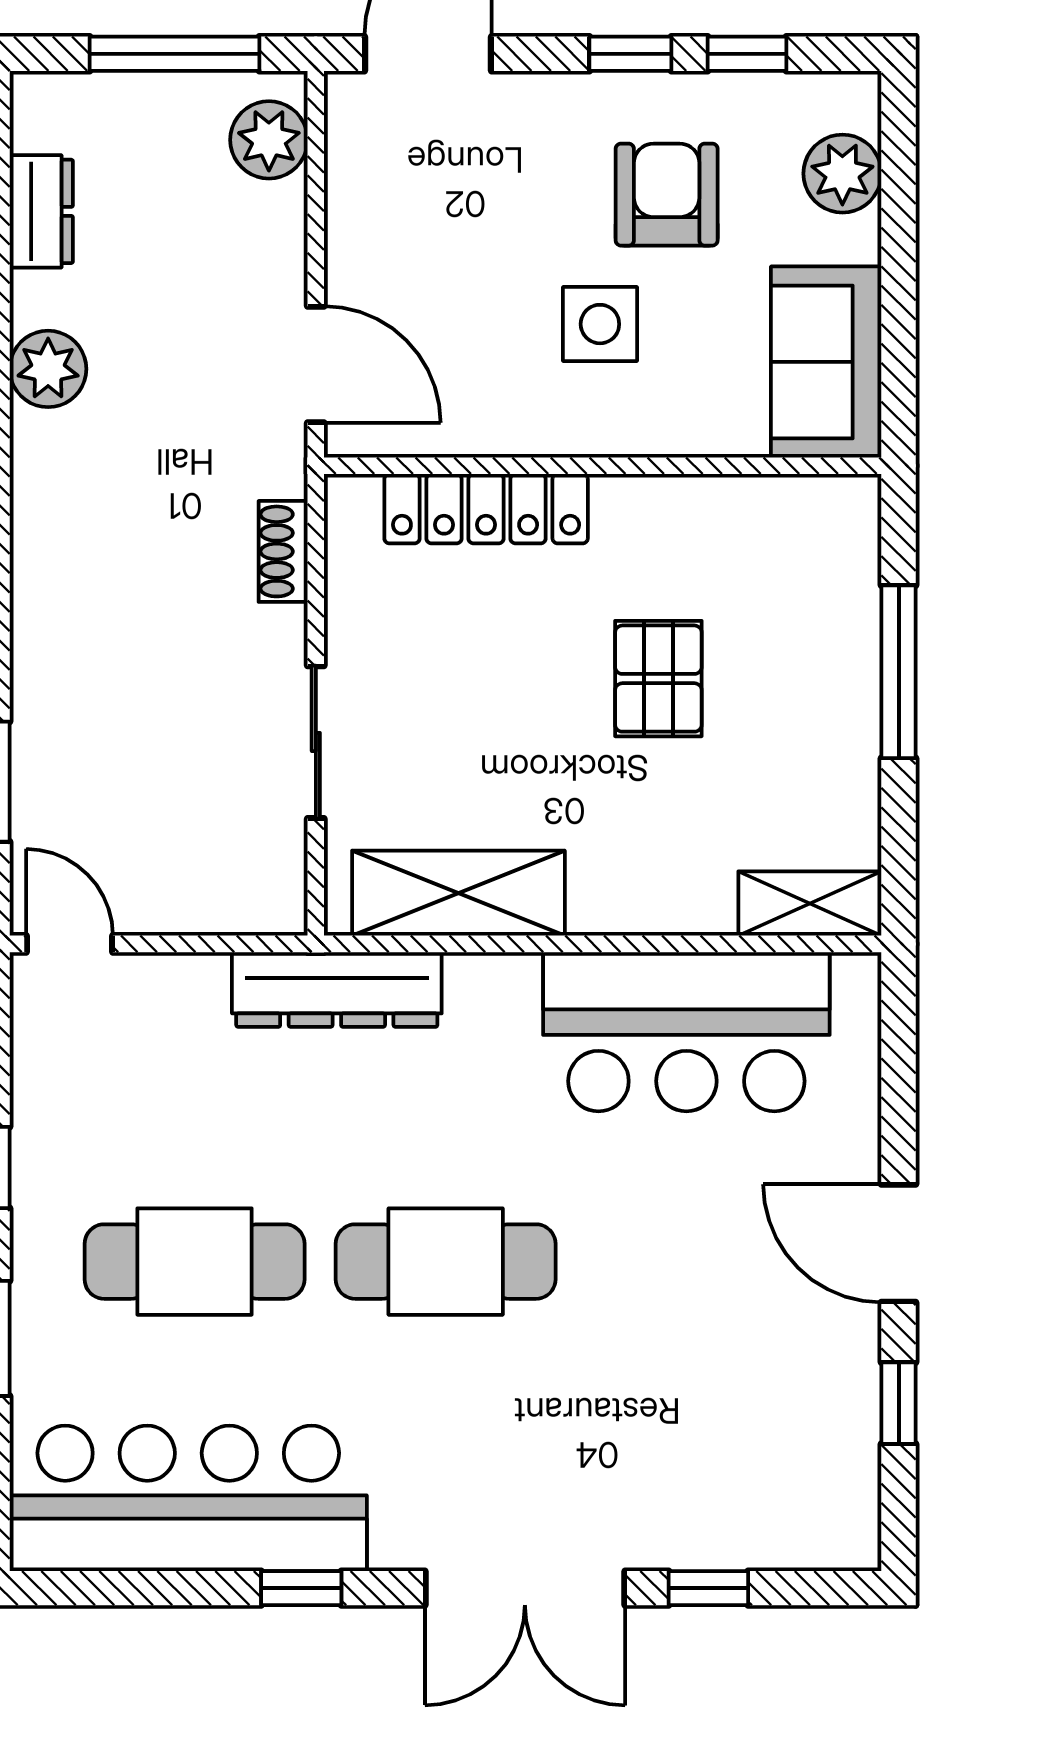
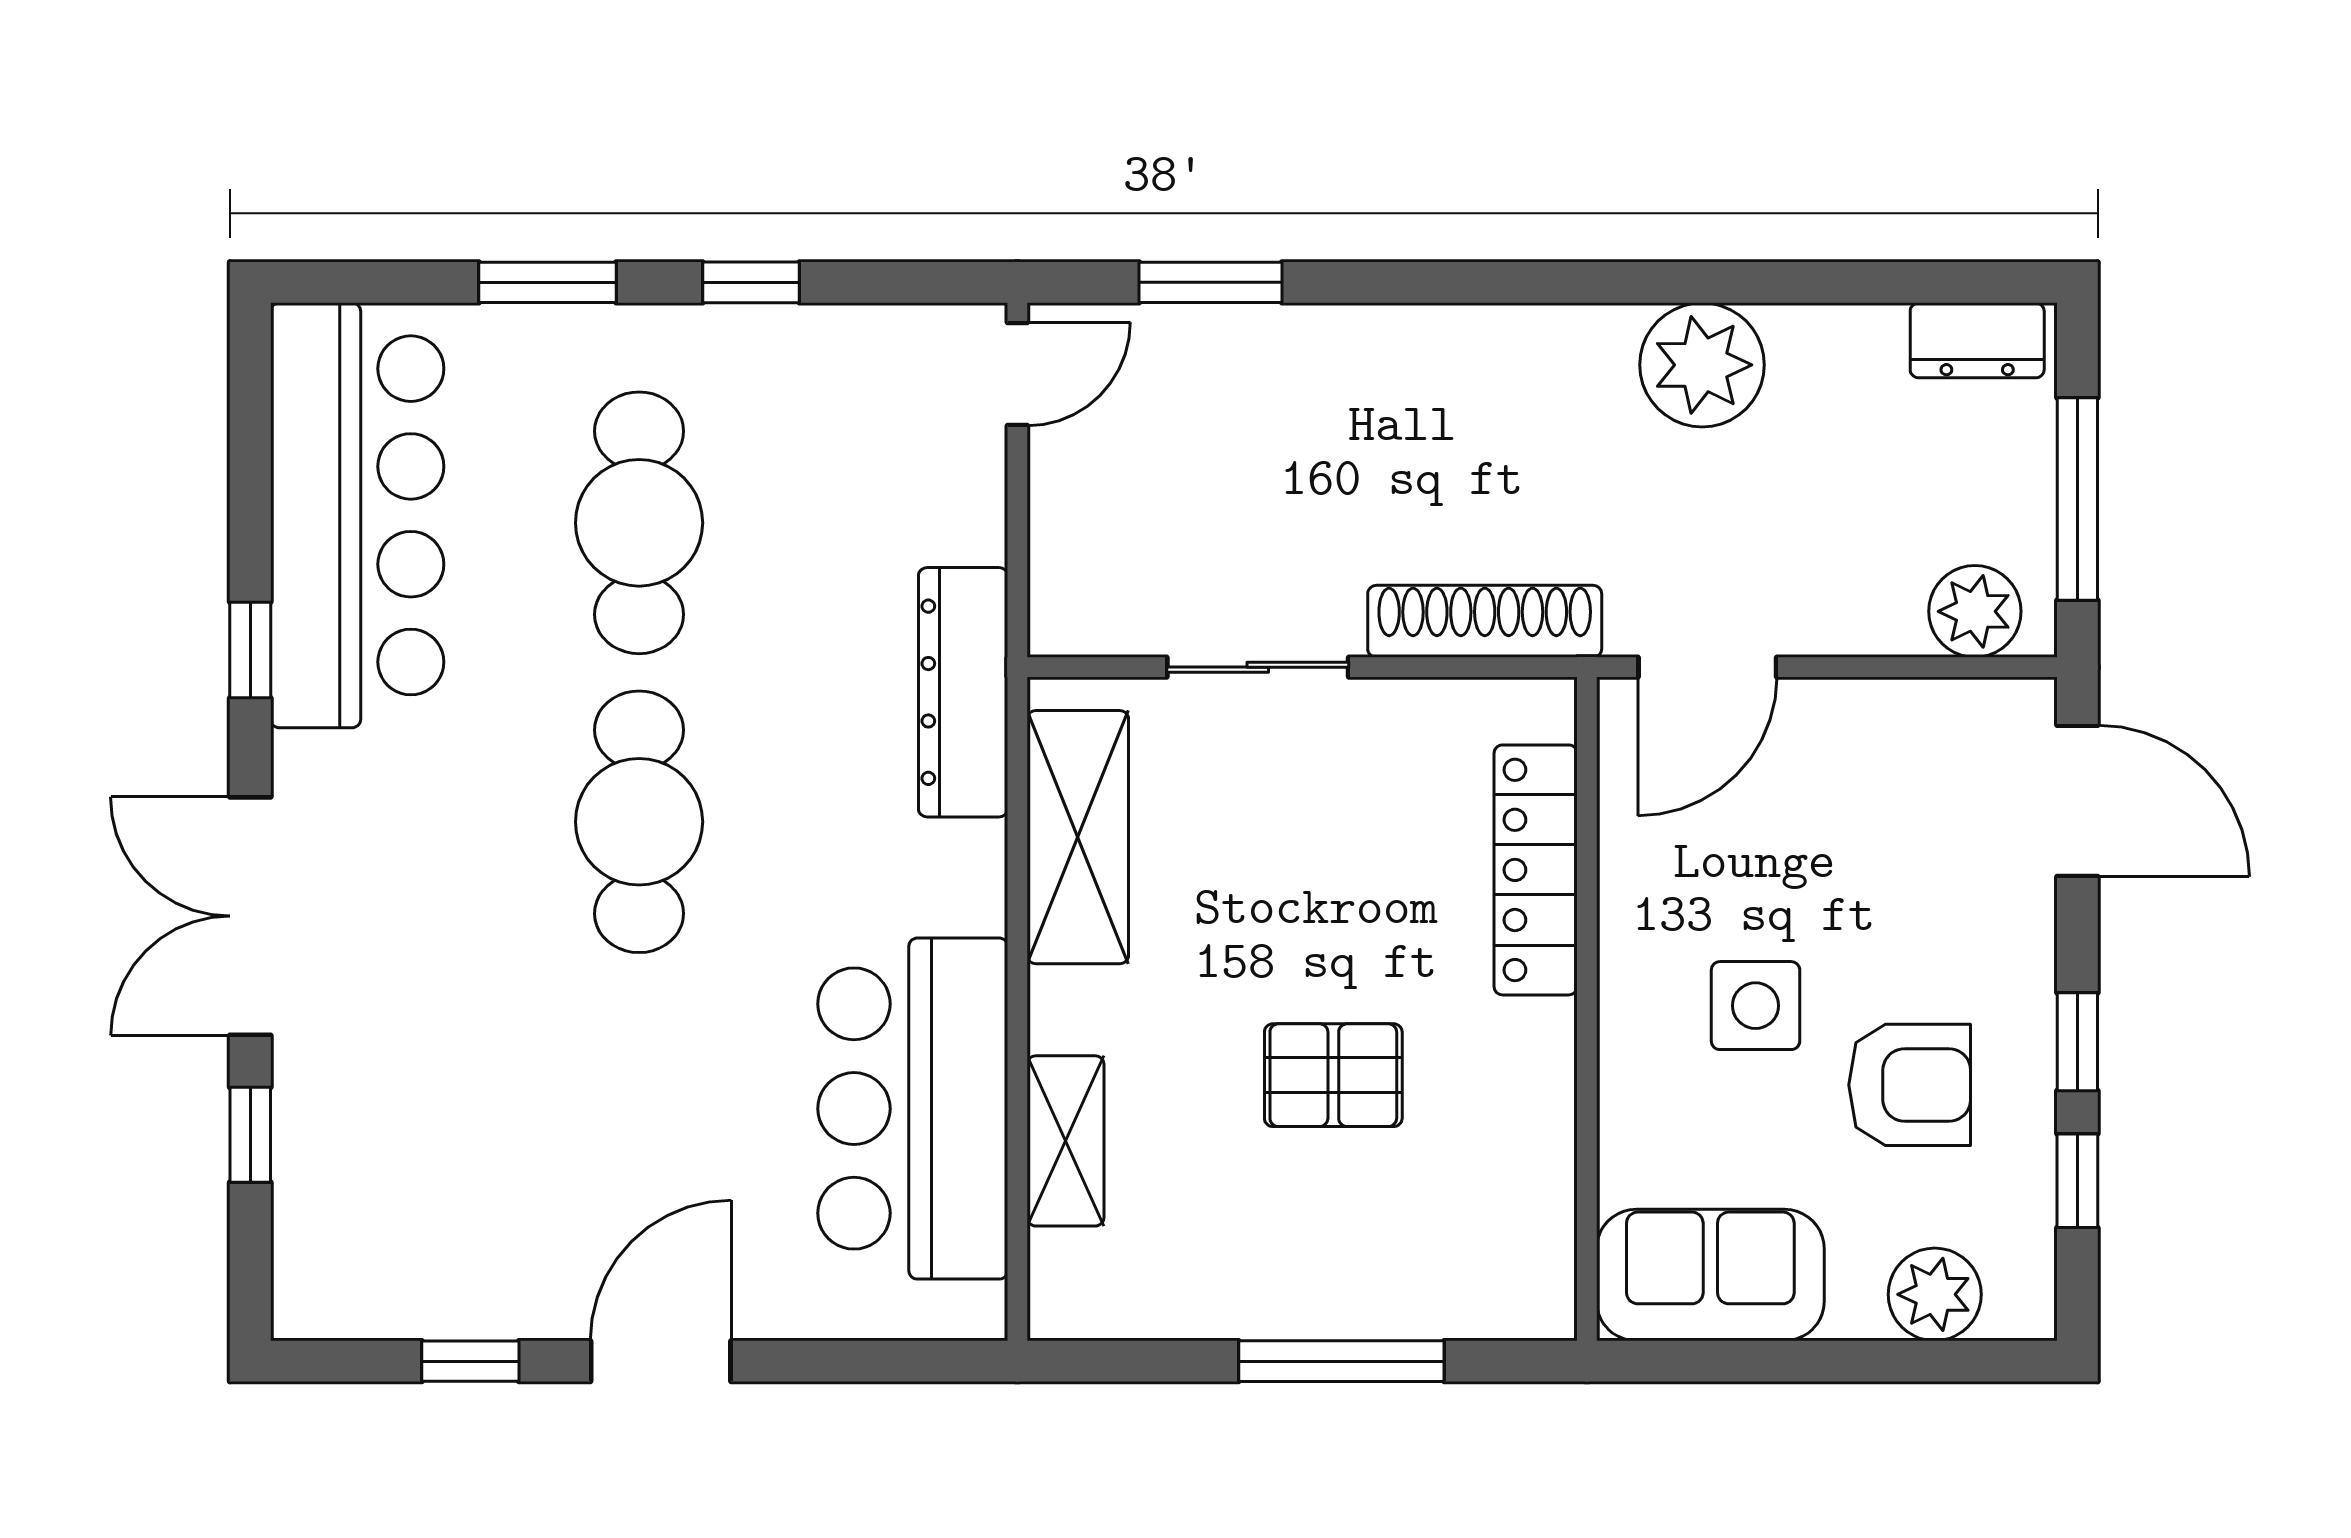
dresser: (41, 211) -> (1977, 340), moved
plant: (48, 369) -> (1702, 365), width x1.36, depth x1.36
shoe rack: (283, 551) -> (1485, 621), width x1.94, depth x1.24
shelving: (810, 903) -> (1065, 1141), moved

